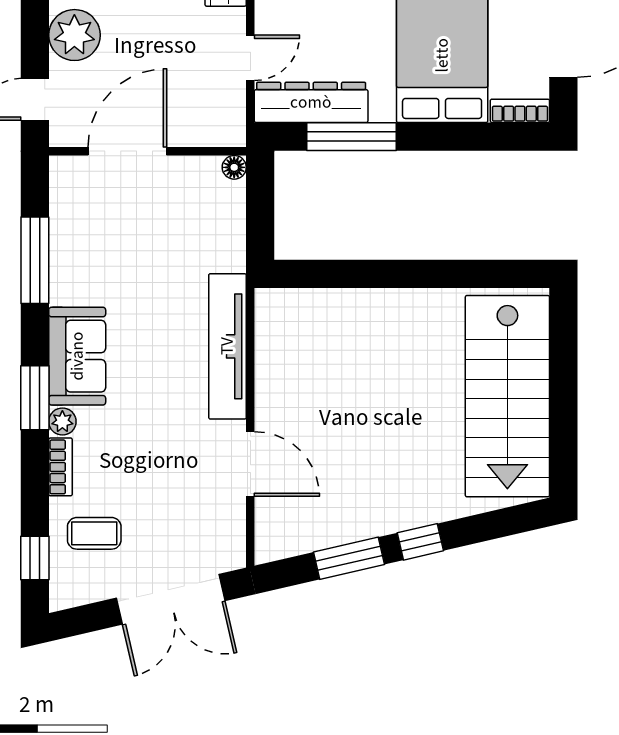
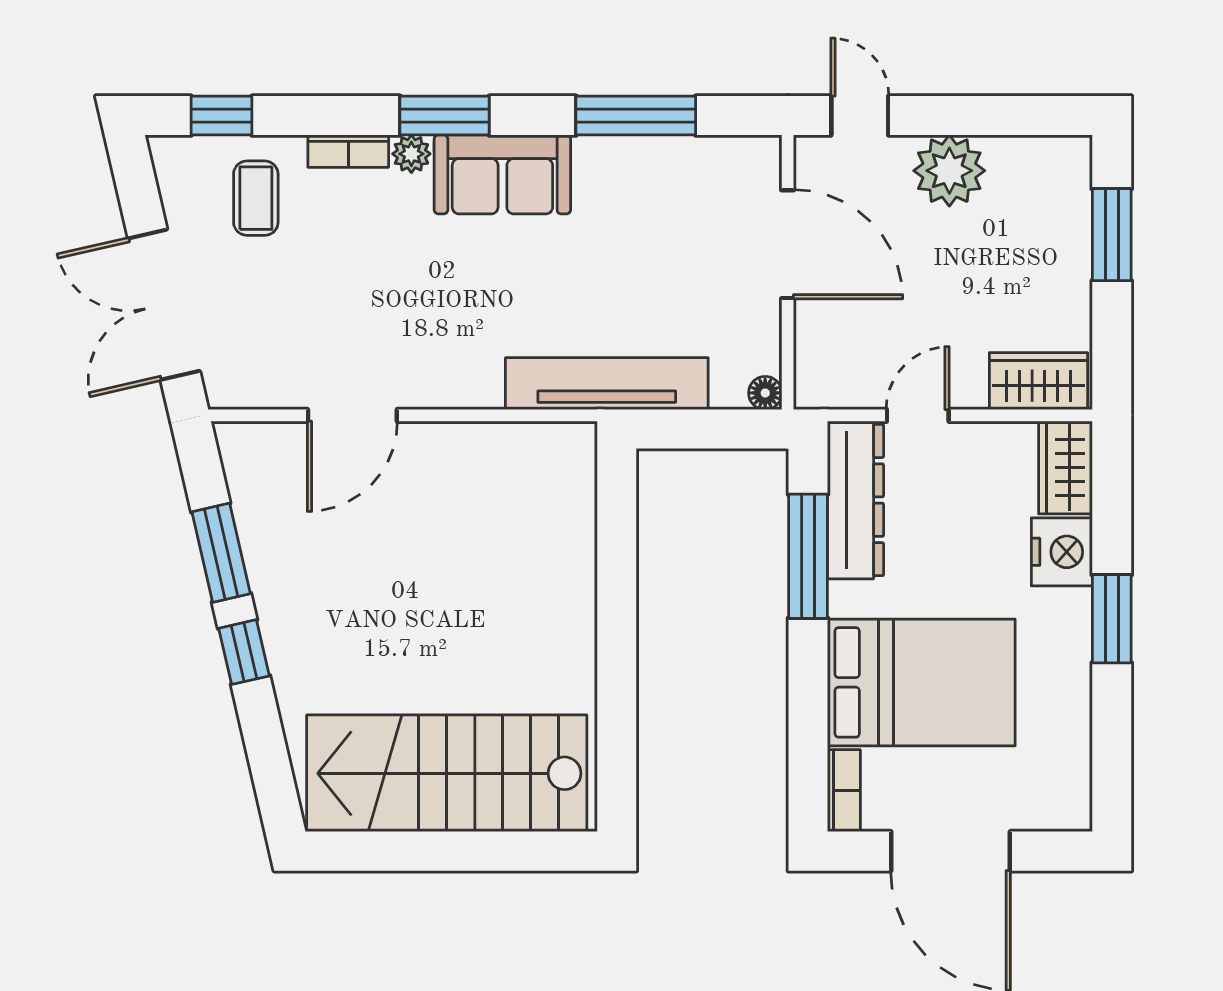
door: (250, 58) -> (918, 415), swing flipped
tv unit: (227, 346) -> (607, 384), moved

